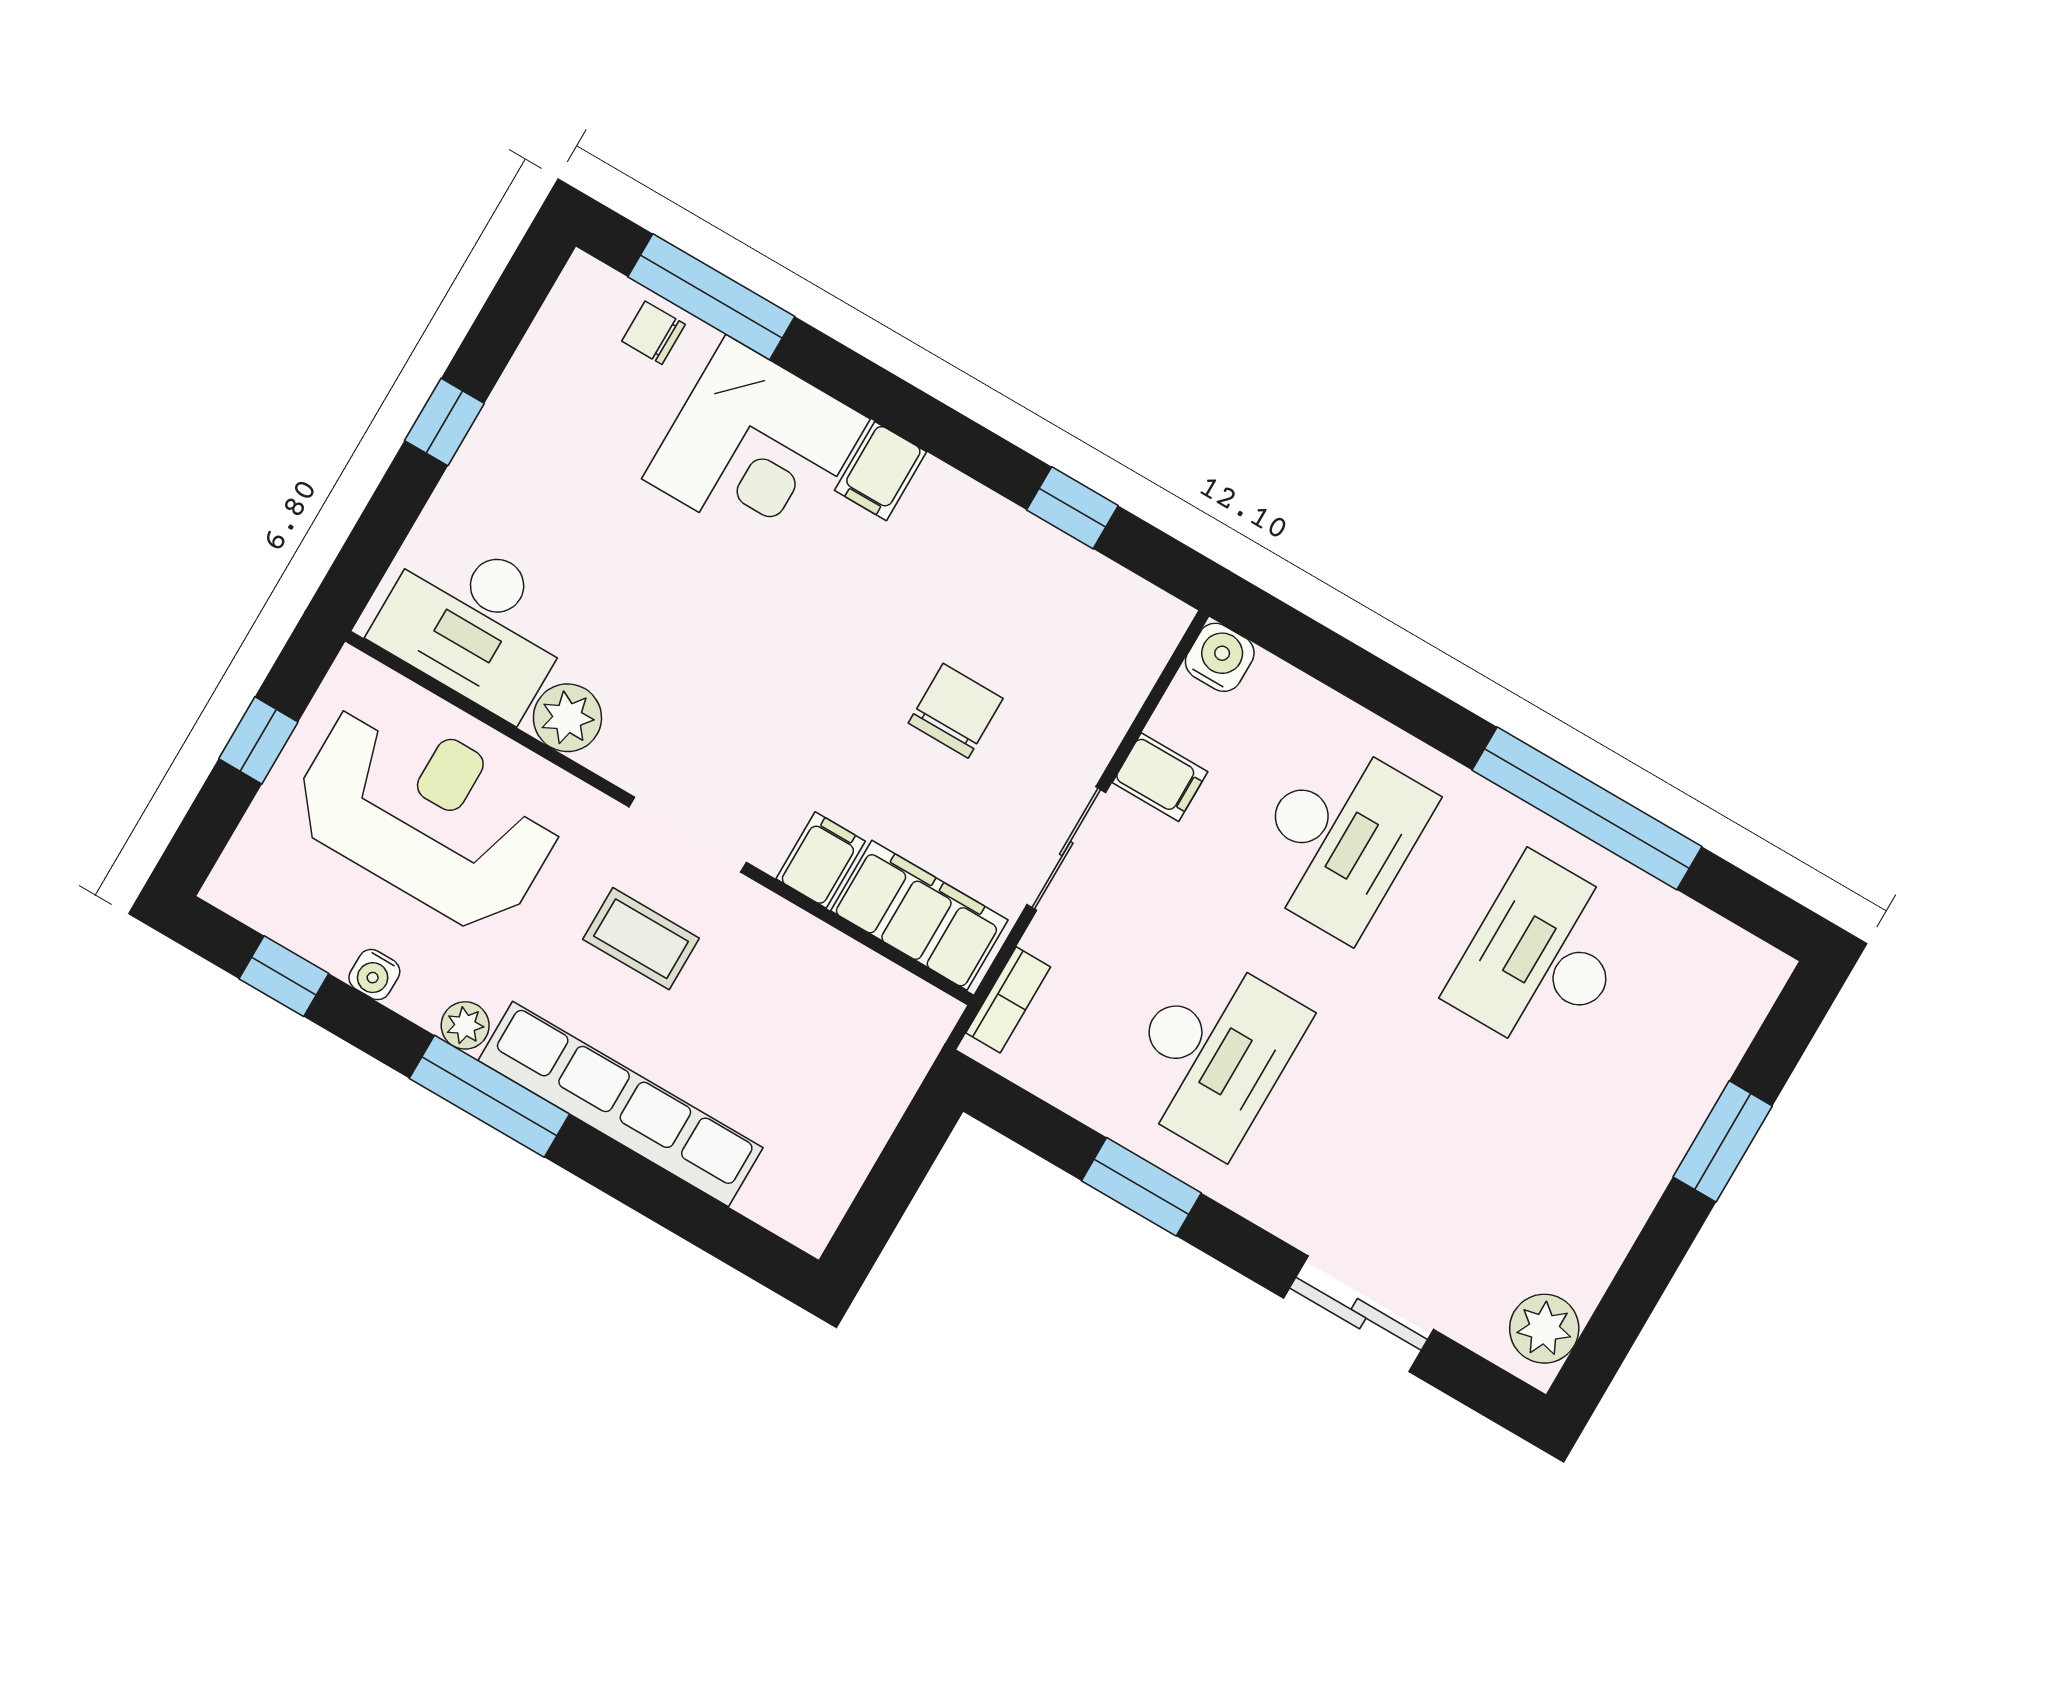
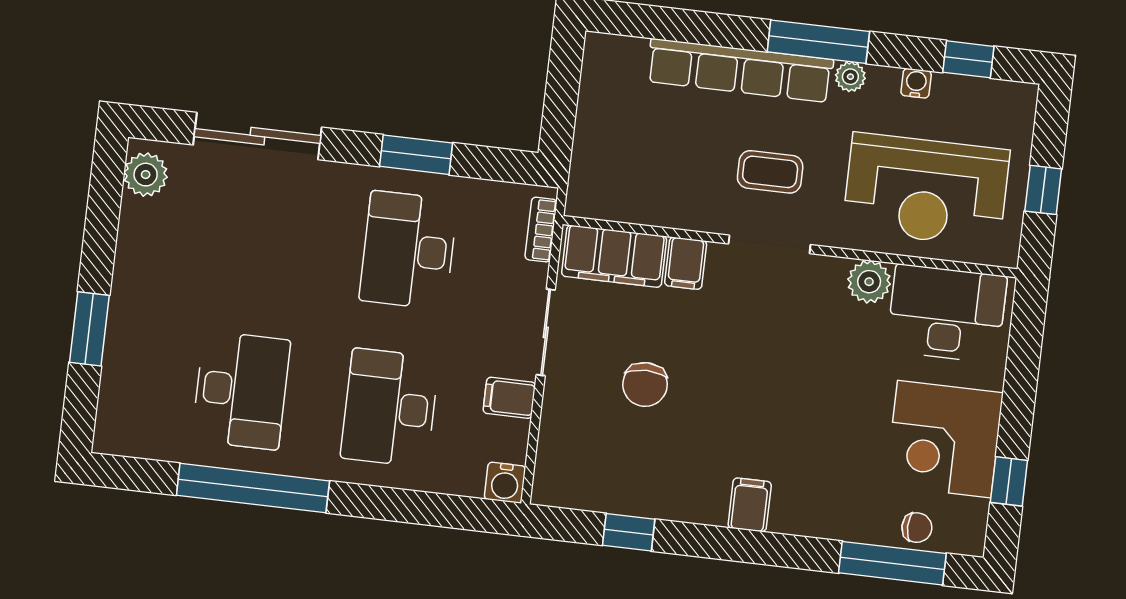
window: (444, 422) -> (1009, 481), moved
corner desk: (756, 449) -> (944, 439), moved, turned -90
sliding door: (1358, 1314) -> (257, 136), width x1.37

